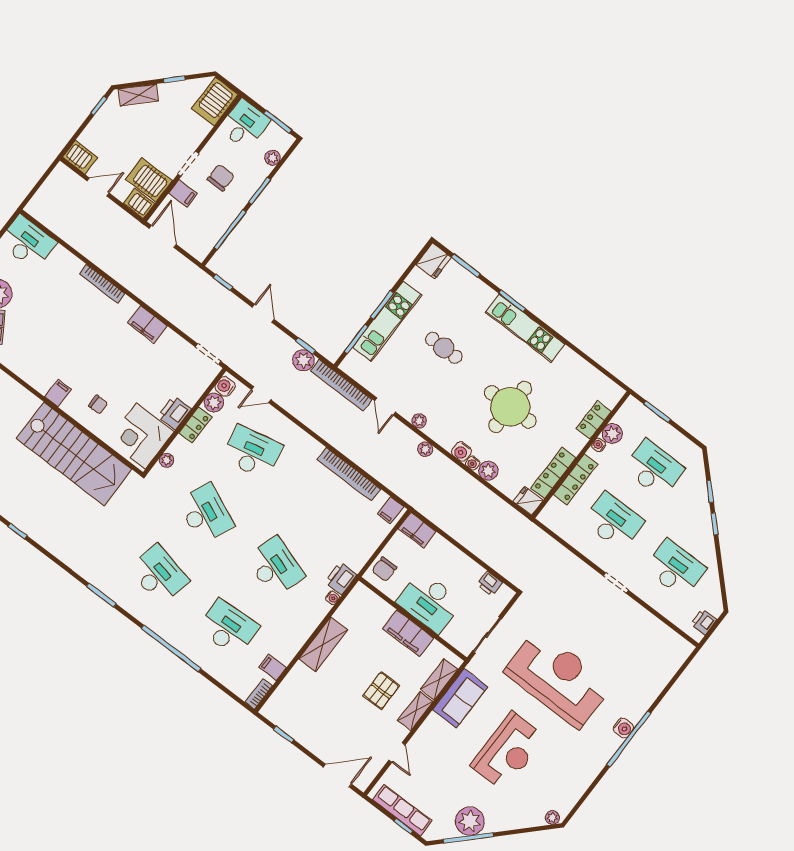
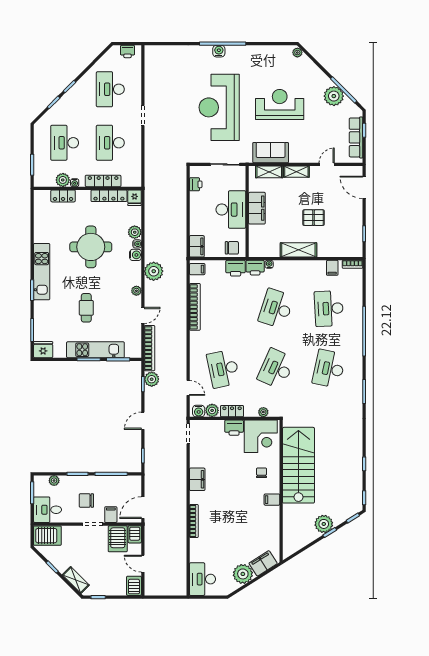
plant: (425, 449) -> (154, 271), width x1.88, depth x1.88
printer: (358, 555) -> (236, 268), added
pallet: (381, 691) -> (314, 218), moved

